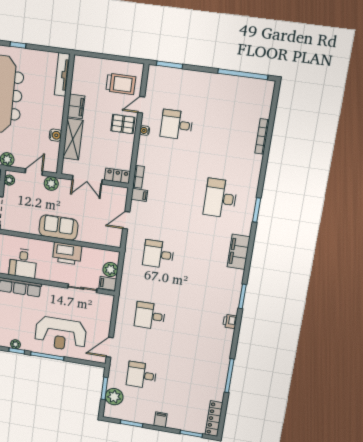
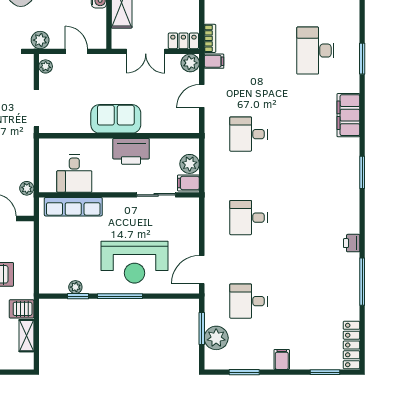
door: (34, 172) -> (76, 51), hinge flipped
plant: (51, 184) -> (190, 63), moved
printer: (230, 321) -> (352, 243), moved

